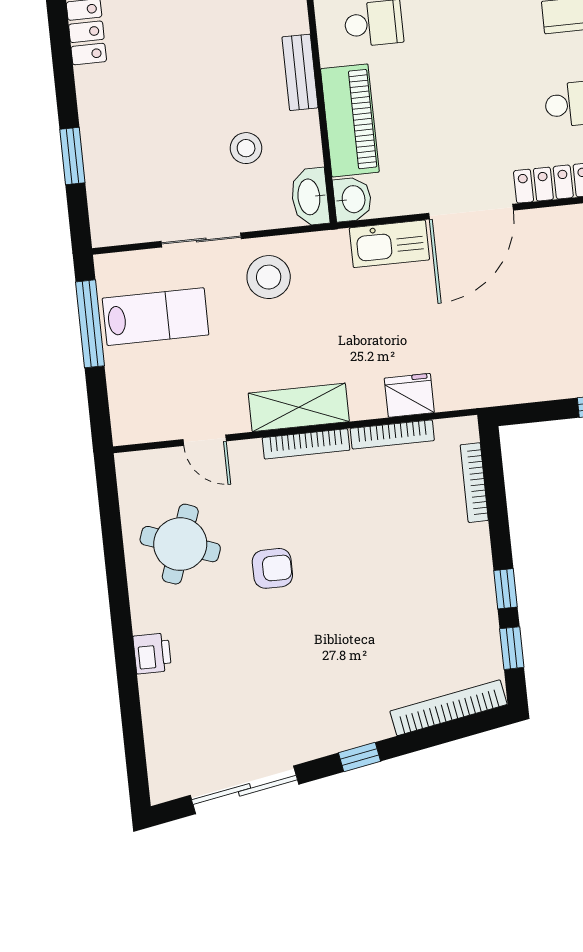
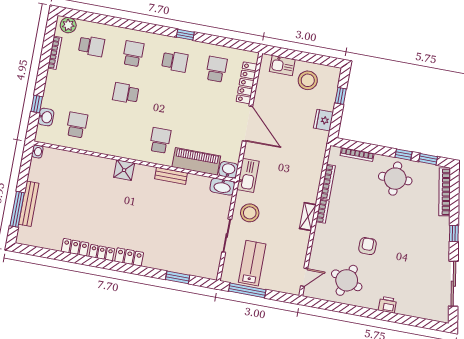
stool: (246, 148) -> (195, 207), removed
kitchen sink: (389, 244) -> (248, 175), moved
fridge: (409, 395) -> (323, 120), moved
shelving: (299, 407) -> (308, 217), width x0.67, depth x0.75
door: (205, 440) -> (304, 277), moved
bookcase: (306, 444) -> (323, 211), width x0.64
round table: (445, 586) -> (395, 179), added

